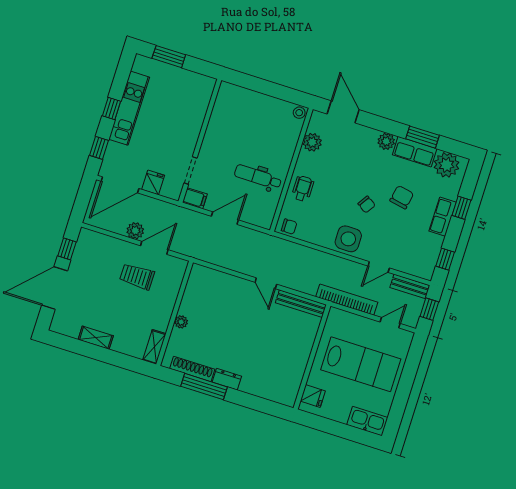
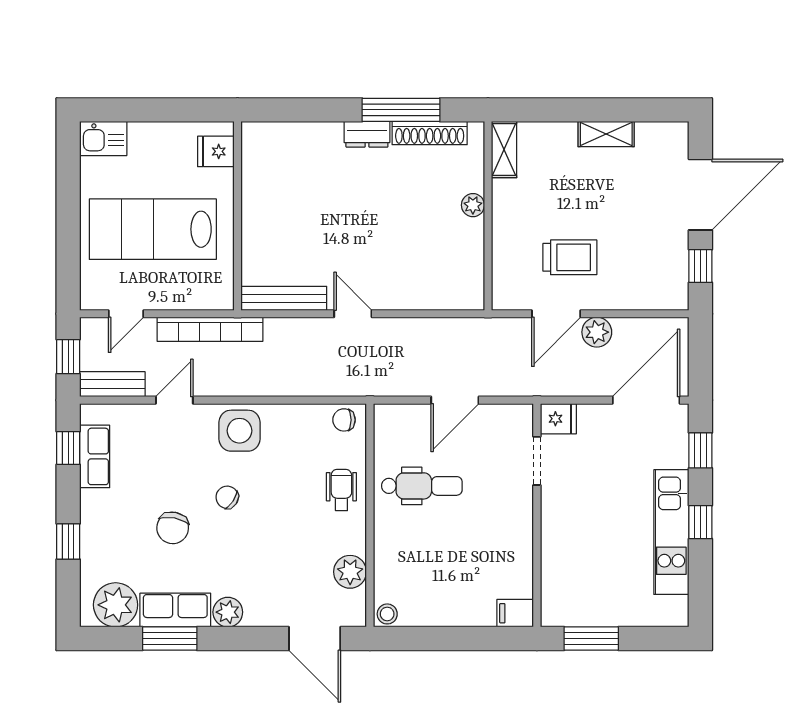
window: (169, 57) -> (591, 638), moved
fridge: (153, 182) -> (558, 419), moved, turned -90
wheelchair: (303, 189) -> (341, 490), turned 180
filing cabinet: (195, 198) -> (515, 613), moved
row of seats: (443, 217) -> (95, 456), moved
kitchen sink: (367, 421) -> (103, 139), width x0.73

